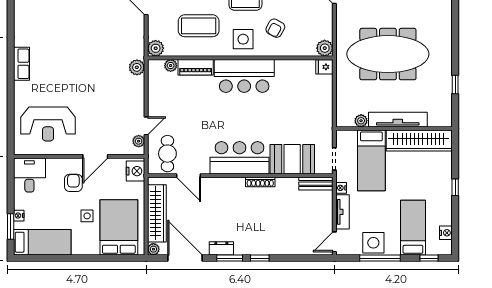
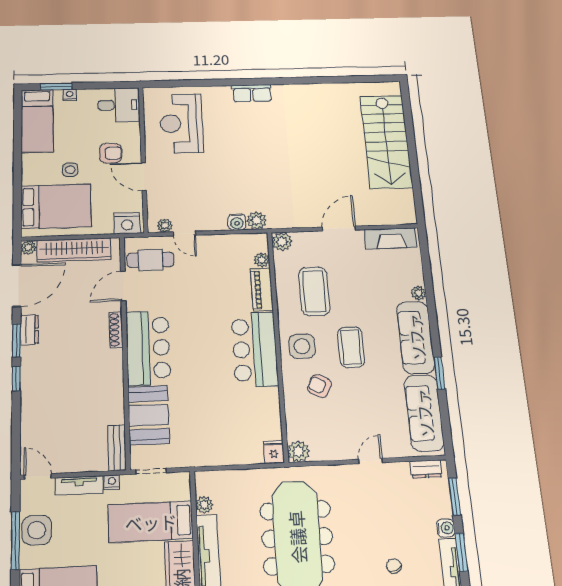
water cooler: (138, 83) -> (237, 222), added
shoe rack: (260, 182) -> (116, 330), moved

